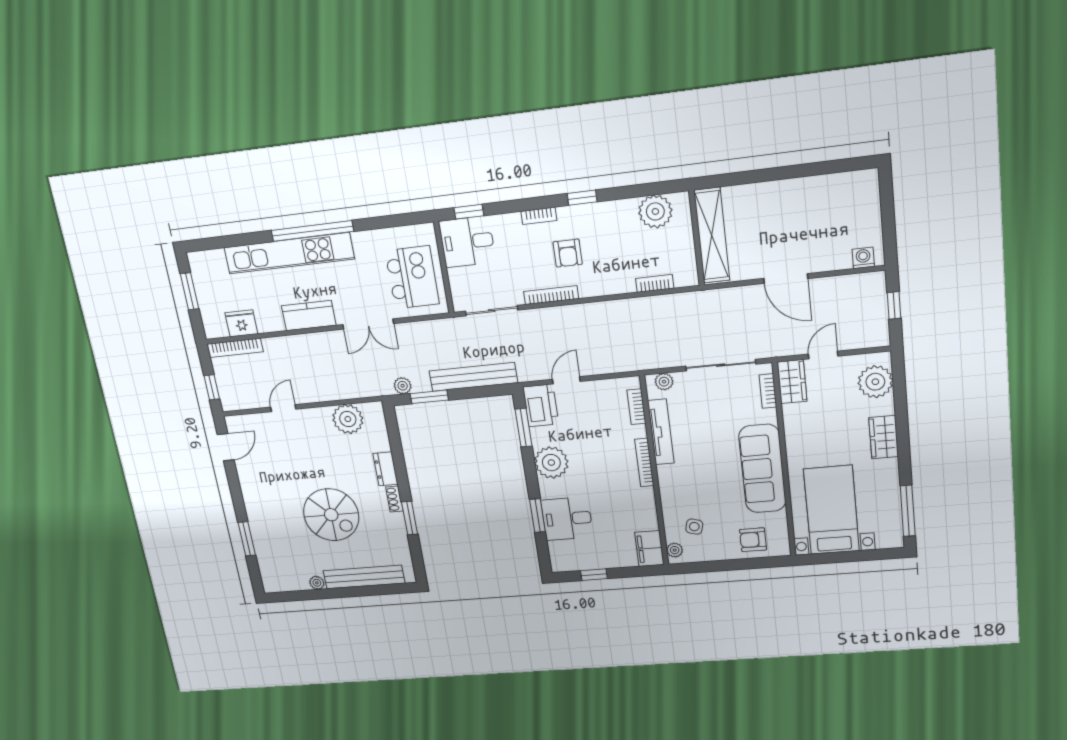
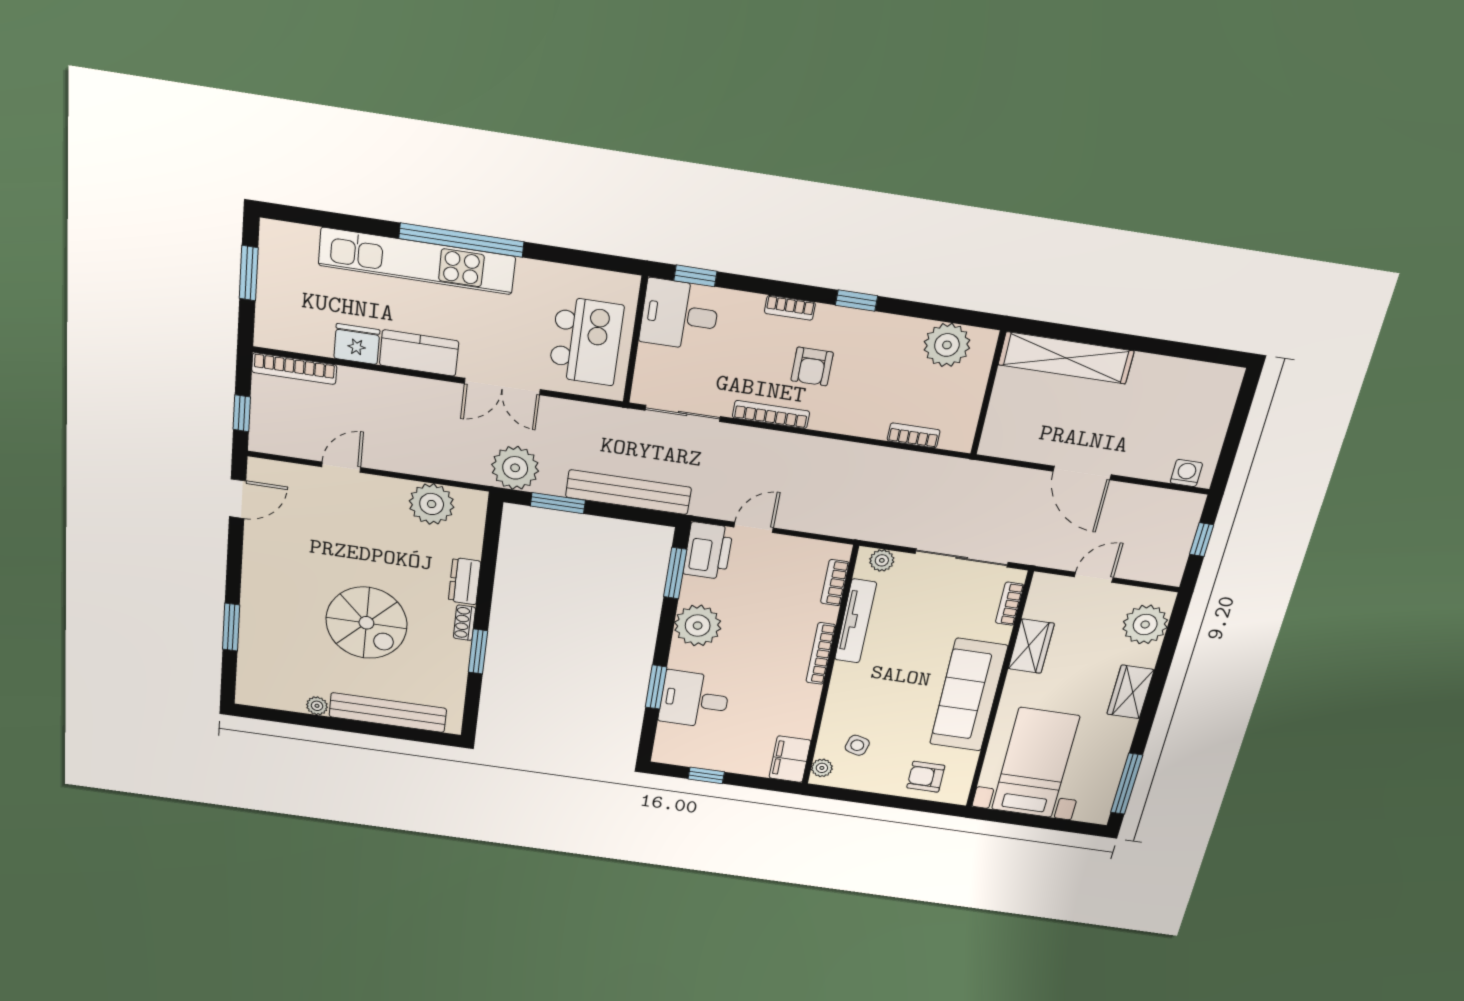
shelving: (712, 235) -> (1066, 358), moved, turned 90
fridge: (241, 323) -> (357, 344), moved
wardrobe: (792, 382) -> (1031, 646), moved
plant: (403, 386) -> (515, 468), width x1.88, depth x1.88

